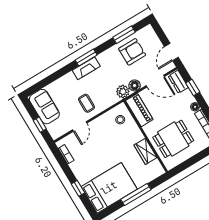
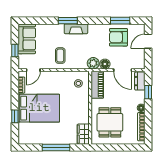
armchair: (132, 52) -> (118, 37), turned 180
door: (171, 52) -> (148, 41), moved
window: (86, 58) -> (68, 21), moved
door: (80, 126) -> (33, 70), moved
dining table: (173, 139) -> (110, 122), turned 90
wardrobe: (146, 151) -> (83, 134), moved
bed: (109, 188) -> (39, 108), moved

